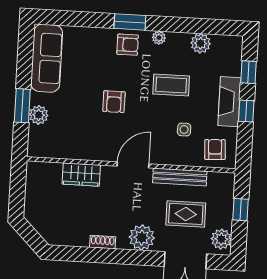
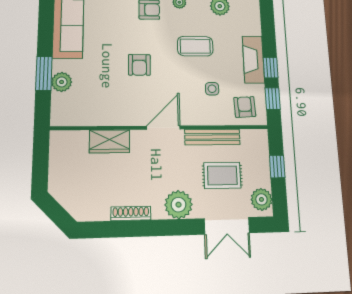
window: (248, 72) -> (273, 99), moved
shoe rack: (103, 242) -> (131, 213), width x1.43

